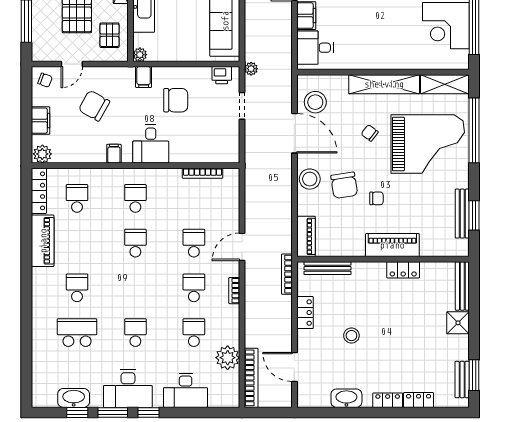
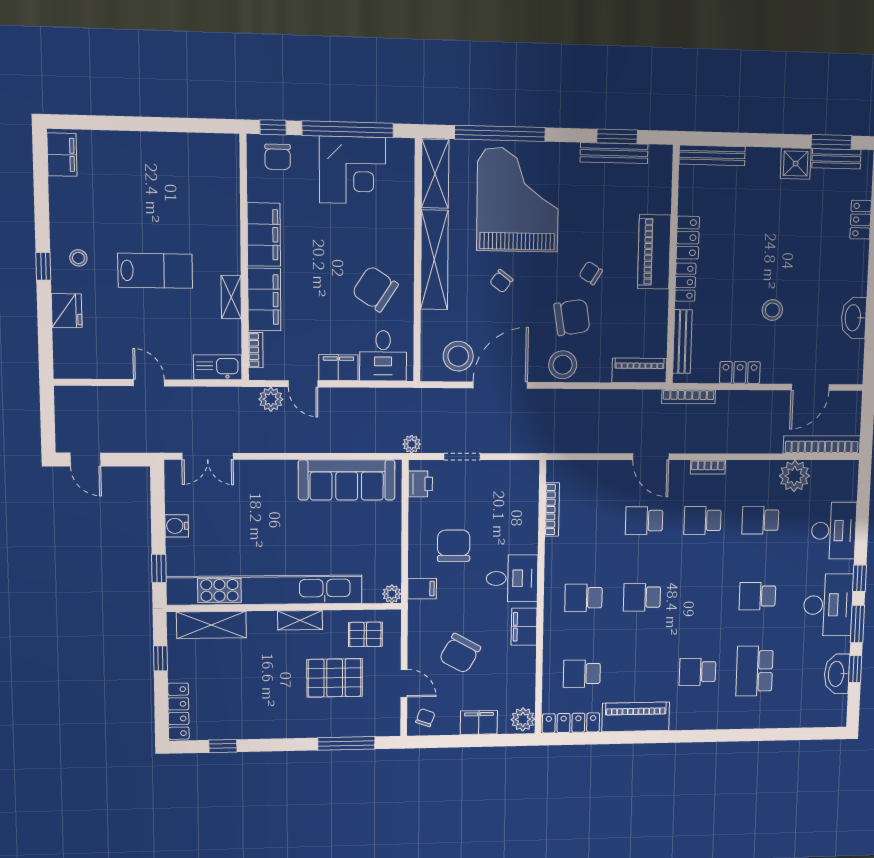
chair: (363, 42) -> (375, 289), added
filing cabinet: (114, 154) -> (524, 627), width x2.00
chair: (377, 198) -> (591, 273), turned -58
shower: (458, 323) -> (796, 164), moved
locker: (388, 400) -> (685, 282), moved, turned 180

